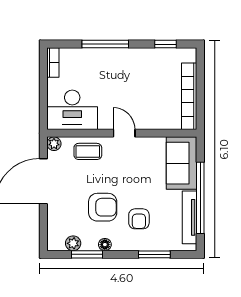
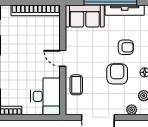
door: (124, 133) -> (63, 58), hinge flipped
plant: (54, 144) -> (132, 110), moved

